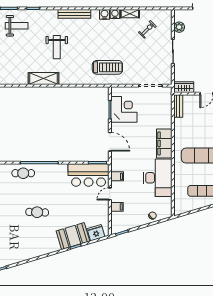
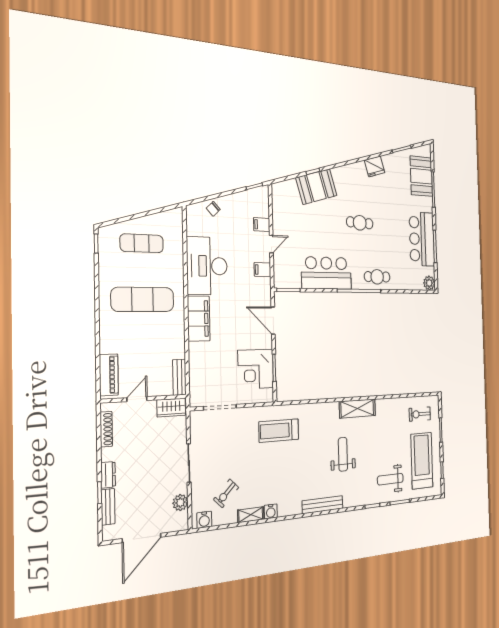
water cooler: (105, 14) -> (204, 520), moved
bar counter: (89, 175) -> (326, 273), moved
fridge: (96, 233) -> (375, 166), moved

